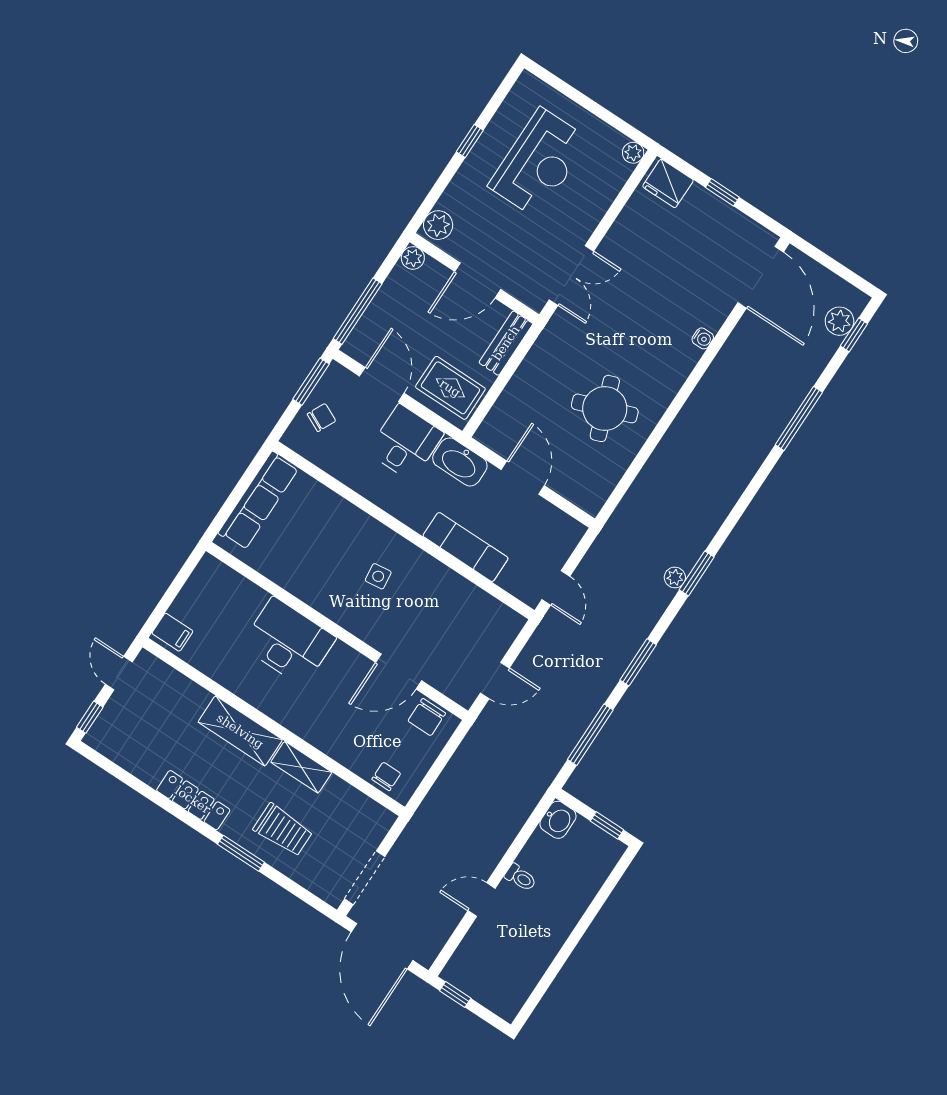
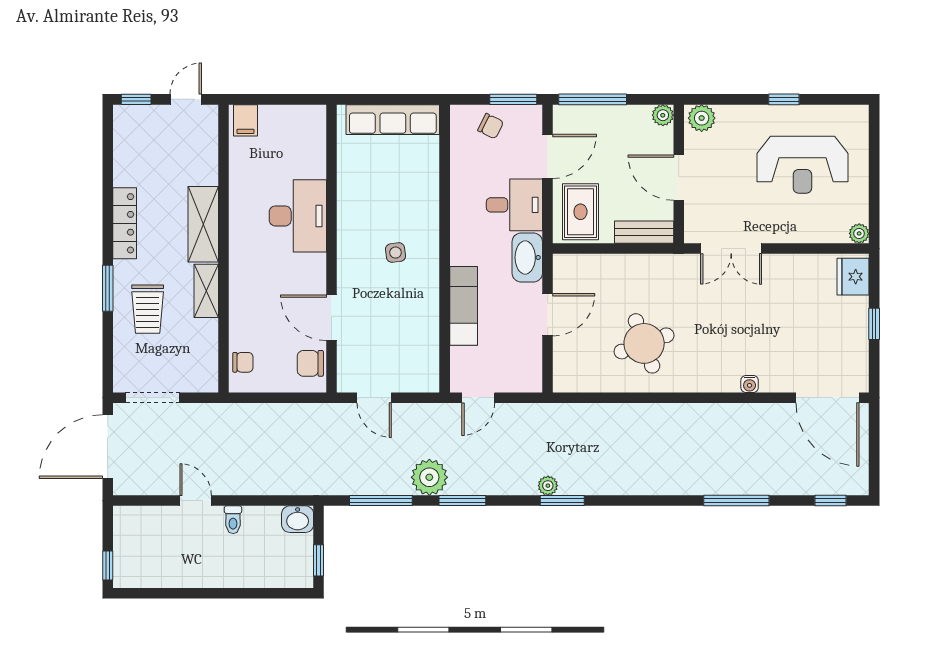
door: (761, 277) -> (827, 398), hinge flipped
plant: (839, 321) -> (429, 477), moved, width x1.36, depth x1.36
window: (455, 994) -> (108, 565), moved

